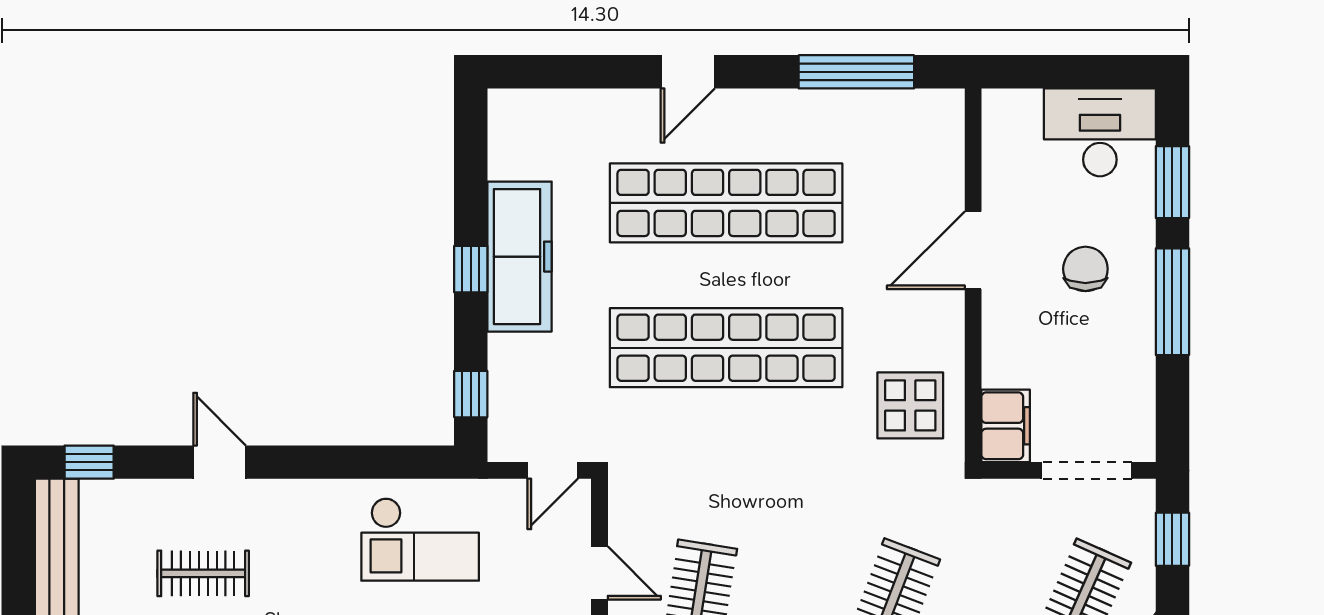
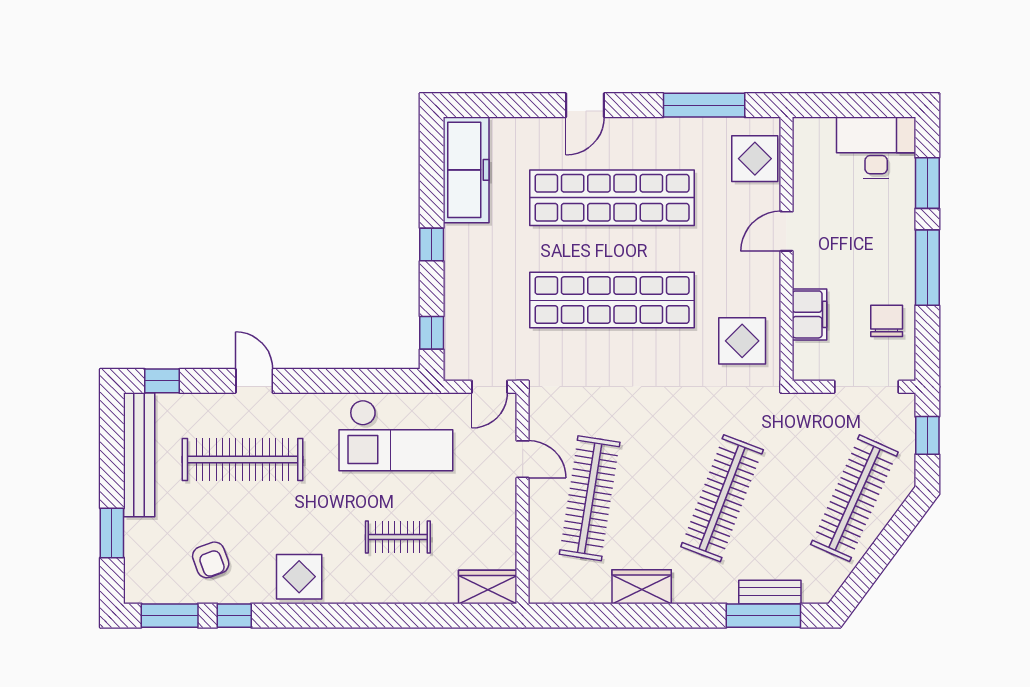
display table: (928, 148) -> (755, 159), added
door: (973, 250) -> (787, 231), width x0.73
freezer: (520, 257) -> (466, 170), moved
chair: (1085, 269) -> (887, 321), moved
filing cabinet: (1006, 426) -> (810, 314), moved
checkout: (420, 539) -> (396, 435), width x1.36, depth x1.21
clothes rail: (203, 573) -> (243, 459), width x1.86, depth x1.31

